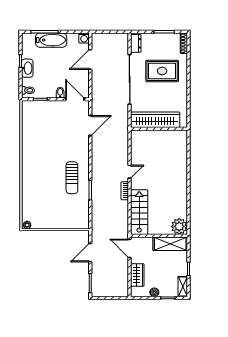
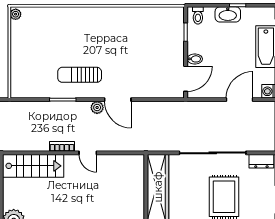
door: (90, 60) -> (240, 100), hinge flipped
door: (90, 125) -> (118, 100), moved
plant: (96, 165) -> (97, 107), added

